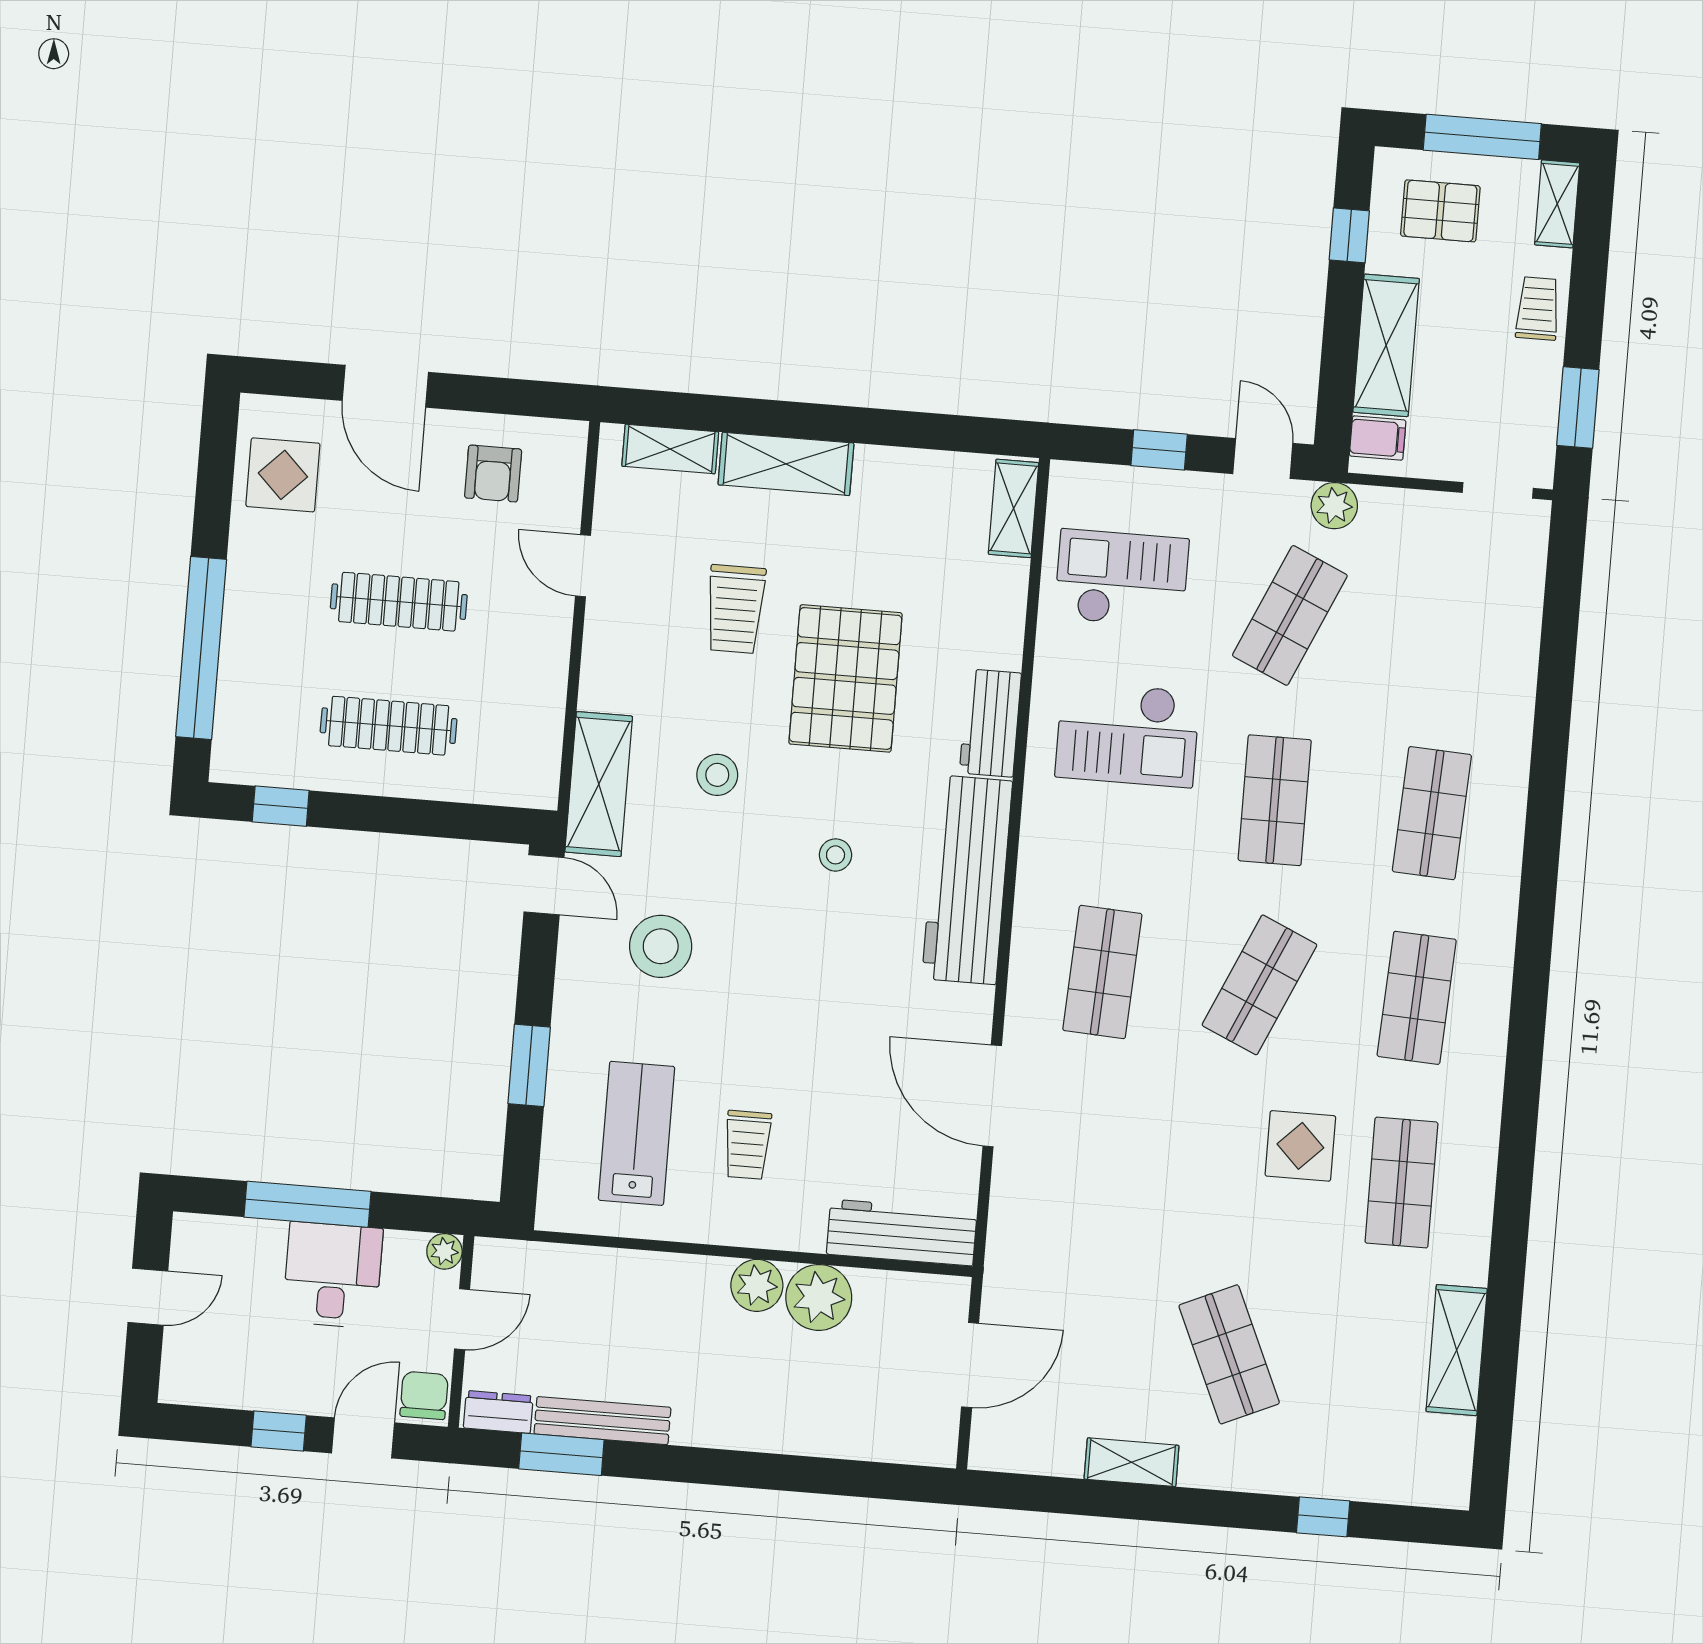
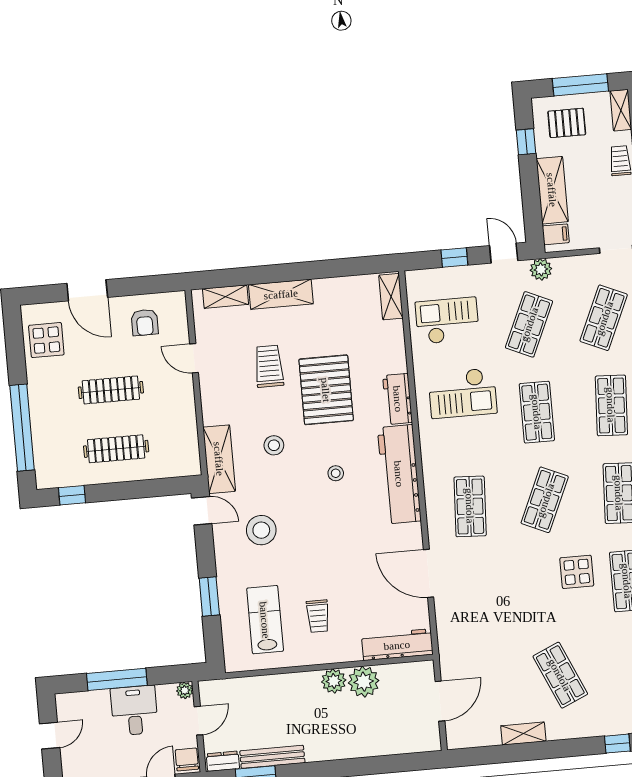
trolley: (735, 609) -> (269, 366), turned 180
shop shelf: (1447, 628) -> (604, 318), added

